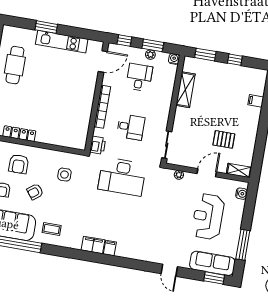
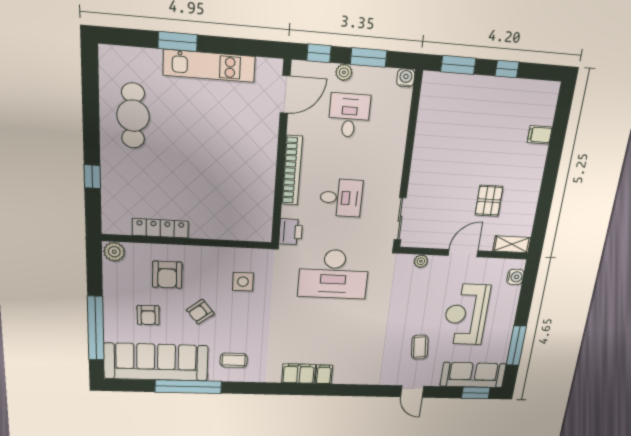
plant: (150, 55) -> (344, 72), moved
shelving: (185, 90) -> (427, 128), removed
pallet: (224, 139) -> (489, 201), turned 90
coffee table: (176, 237) -> (420, 347), added

